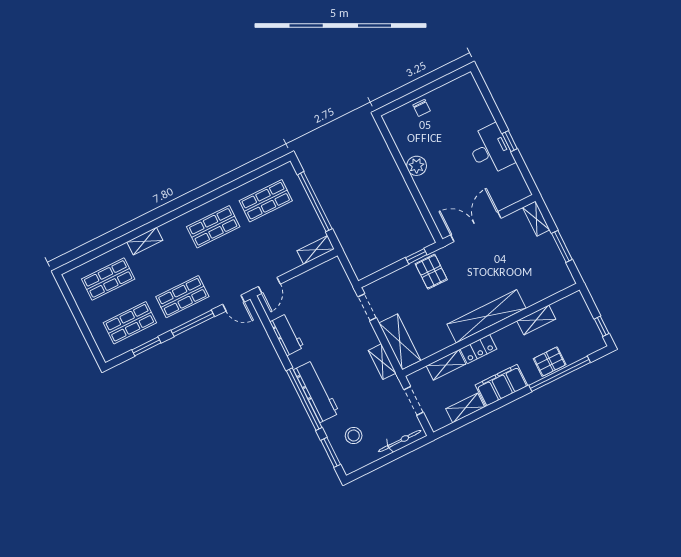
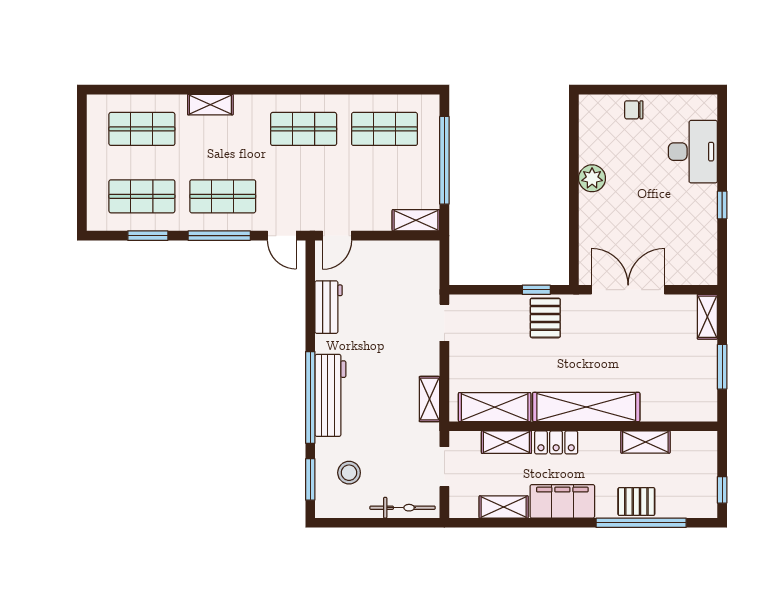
chair: (422, 108) -> (634, 110), turned 90
desk: (490, 150) -> (693, 152), moved
shelving: (400, 342) -> (495, 407), moved, turned 90

